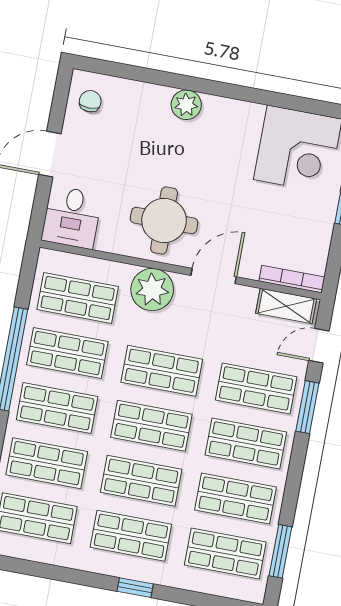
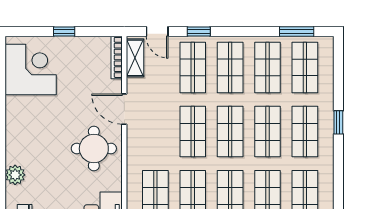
plant: (186, 105) -> (15, 175), moved
plant: (152, 290) -> (141, 148), removed
window: (307, 407) -> (199, 31), width x0.67

